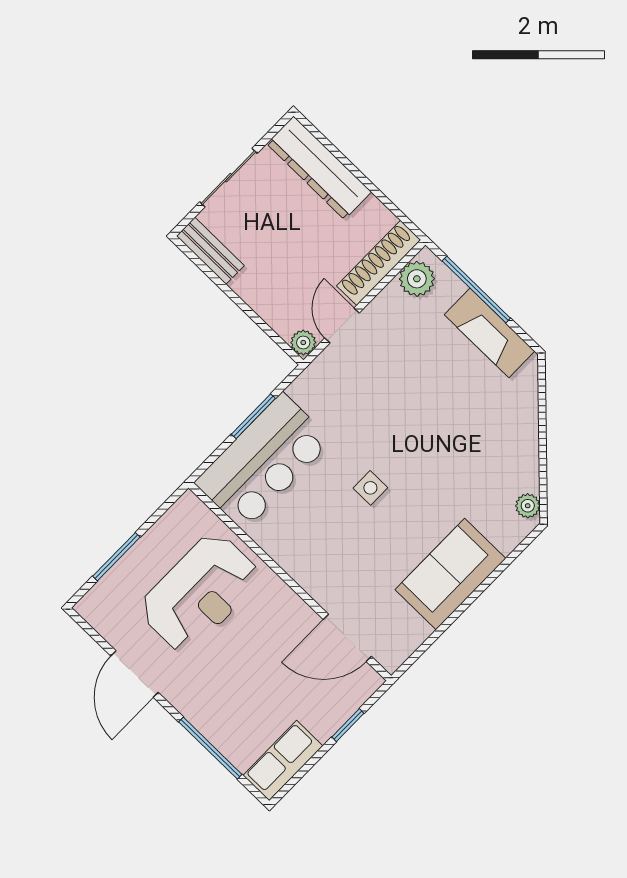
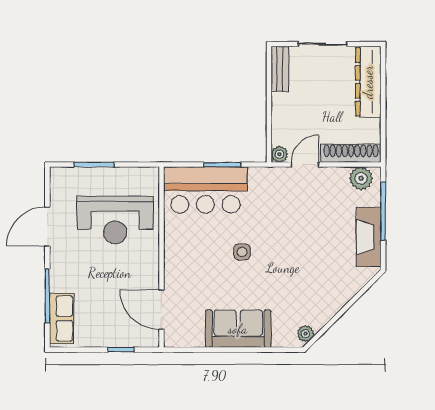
row of seats: (283, 761) -> (62, 318), moved, turned 90

